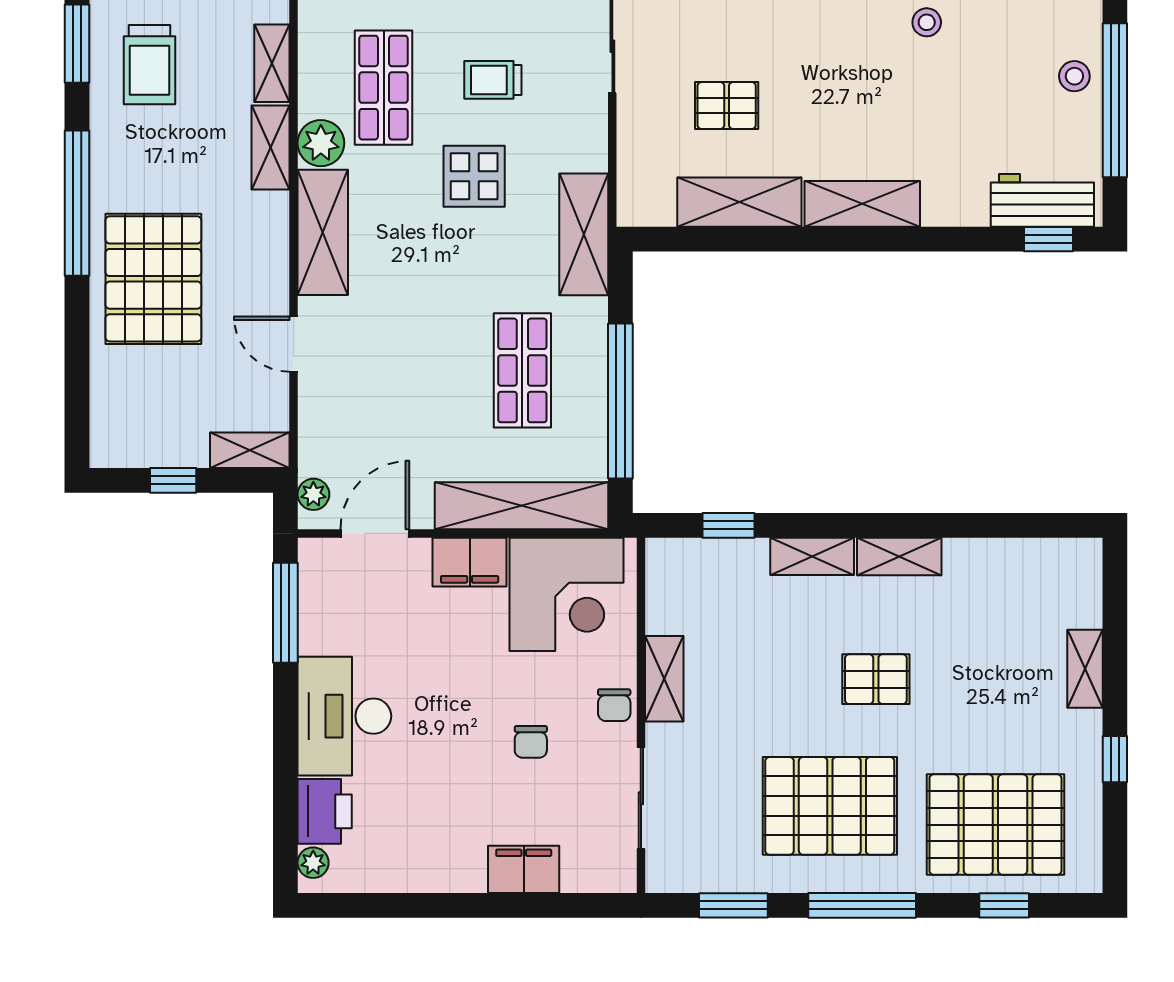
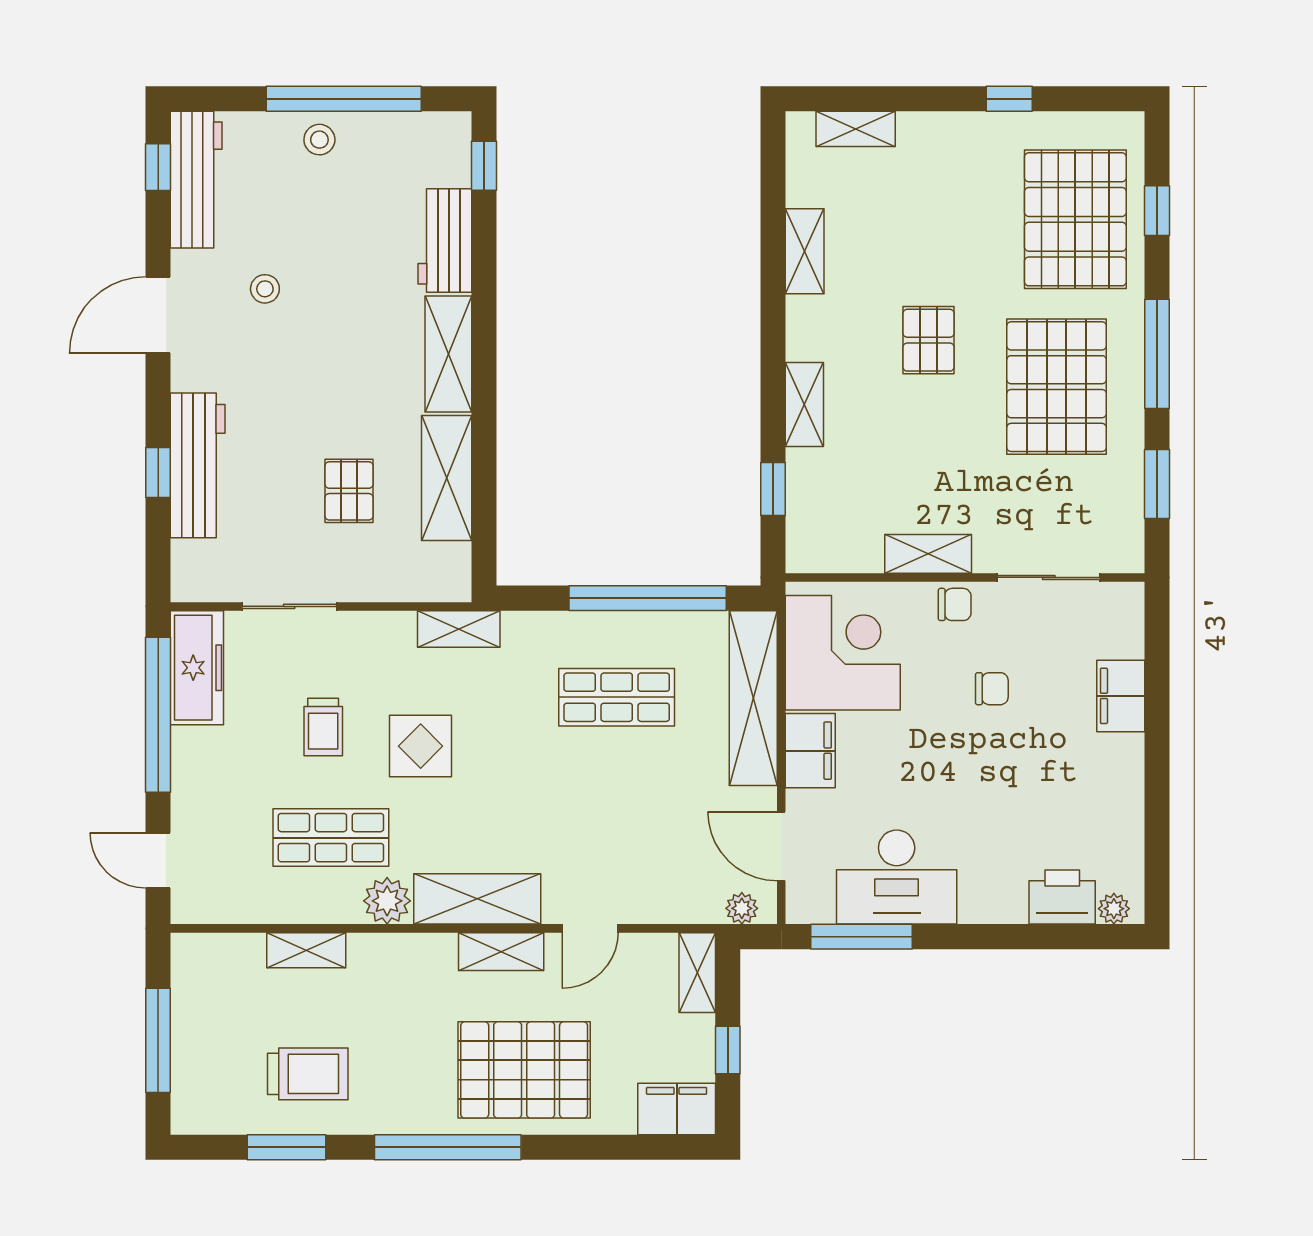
shelving: (271, 148) -> (501, 952), moved
workbench: (1042, 200) -> (445, 241), moved
shelving: (584, 234) -> (459, 629), width x0.67, depth x0.75
filing cabinet: (115, 430) -> (677, 1109), added
shelving: (899, 556) -> (805, 251), moved
shelving: (1085, 669) -> (856, 129), moved
desk: (344, 716) -> (897, 877), moved

